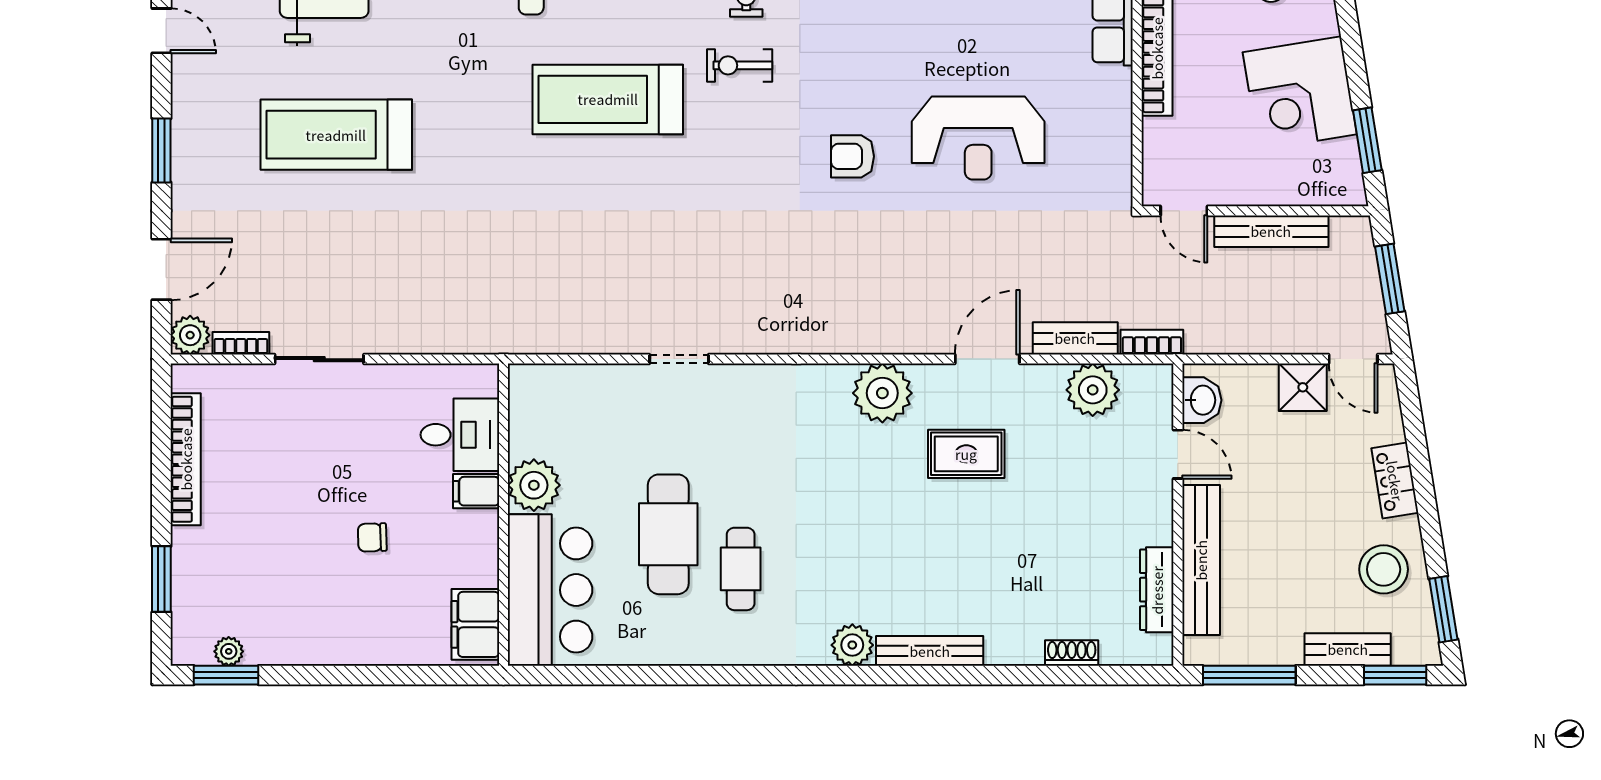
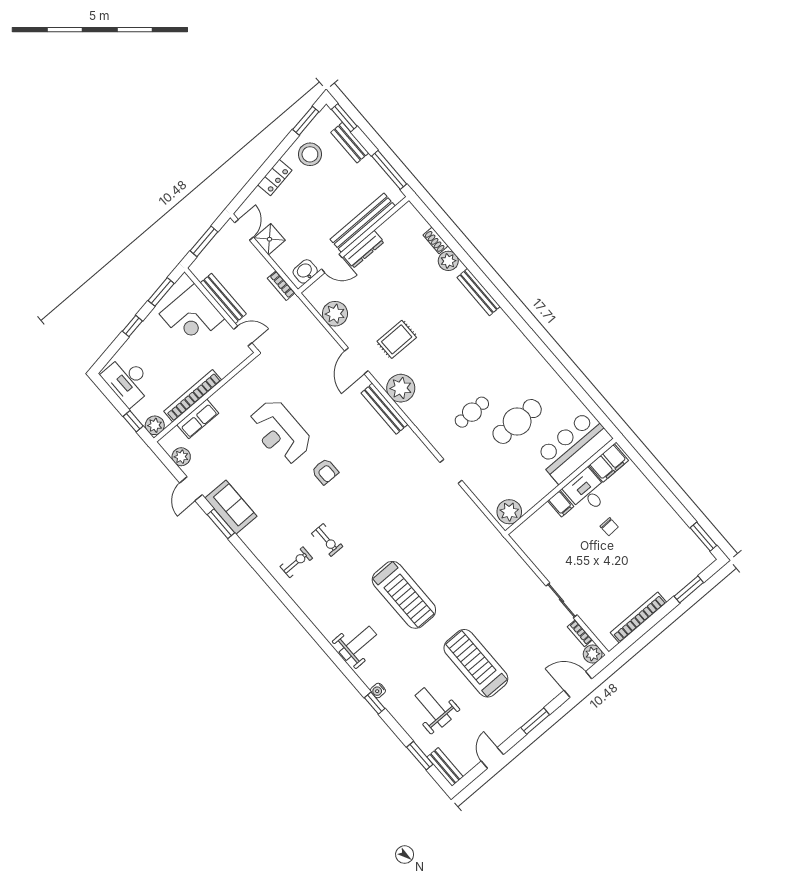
window: (1352, 47) -> (132, 326), added
corner desk: (1300, 93) -> (192, 316), moved, turned 99
treadmill: (608, 99) -> (404, 595), moved
treadmill: (336, 135) -> (476, 663), turned 180
reception desk: (978, 138) -> (280, 432), turned 180
door: (1184, 211) -> (243, 336), hinge flipped
bench: (1075, 338) -> (384, 409), moved, width x1.36
bookcase: (1152, 342) -> (281, 286), moved
door: (987, 359) -> (356, 361), hinge flipped
desk: (460, 435) -> (587, 491), moved
rug: (966, 454) -> (397, 339), turned 90
door: (1178, 454) -> (332, 263), swing flipped
plant: (534, 485) -> (509, 512), moved
cafe table: (741, 569) -> (472, 412), moved
dresser: (1157, 590) -> (364, 249), moved
plant: (852, 645) -> (448, 261), moved
plant: (229, 651) -> (694, 543), removed

